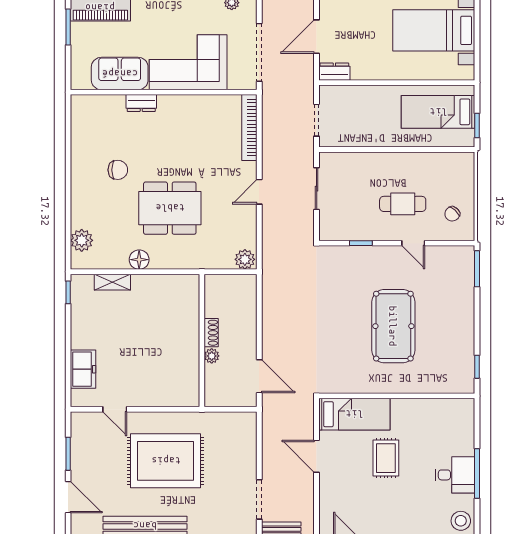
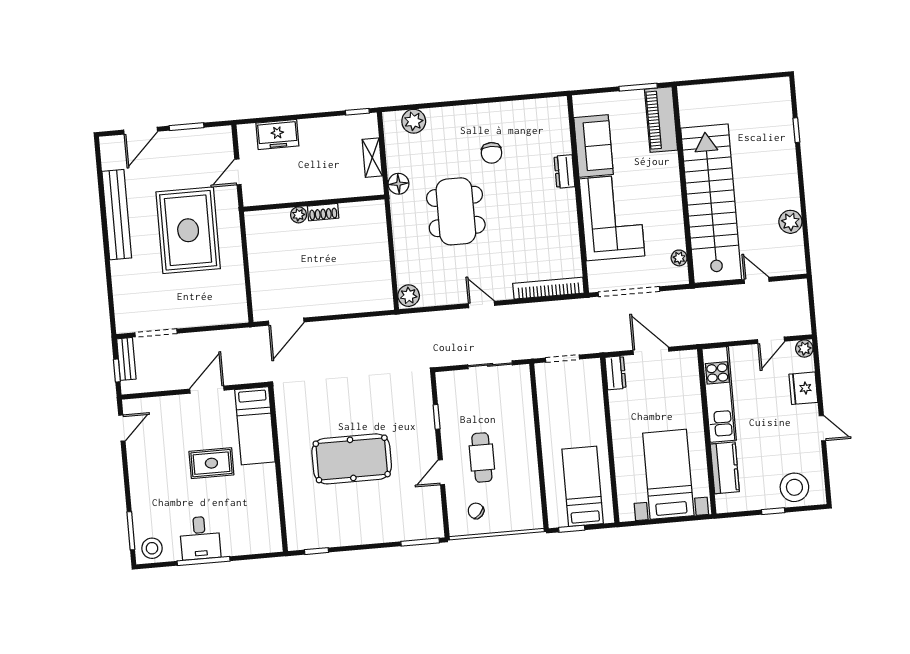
shoe rack: (211, 333) -> (323, 212), moved
wall: (202, 340) -> (314, 203), moved
plant: (212, 356) -> (299, 215), moved

